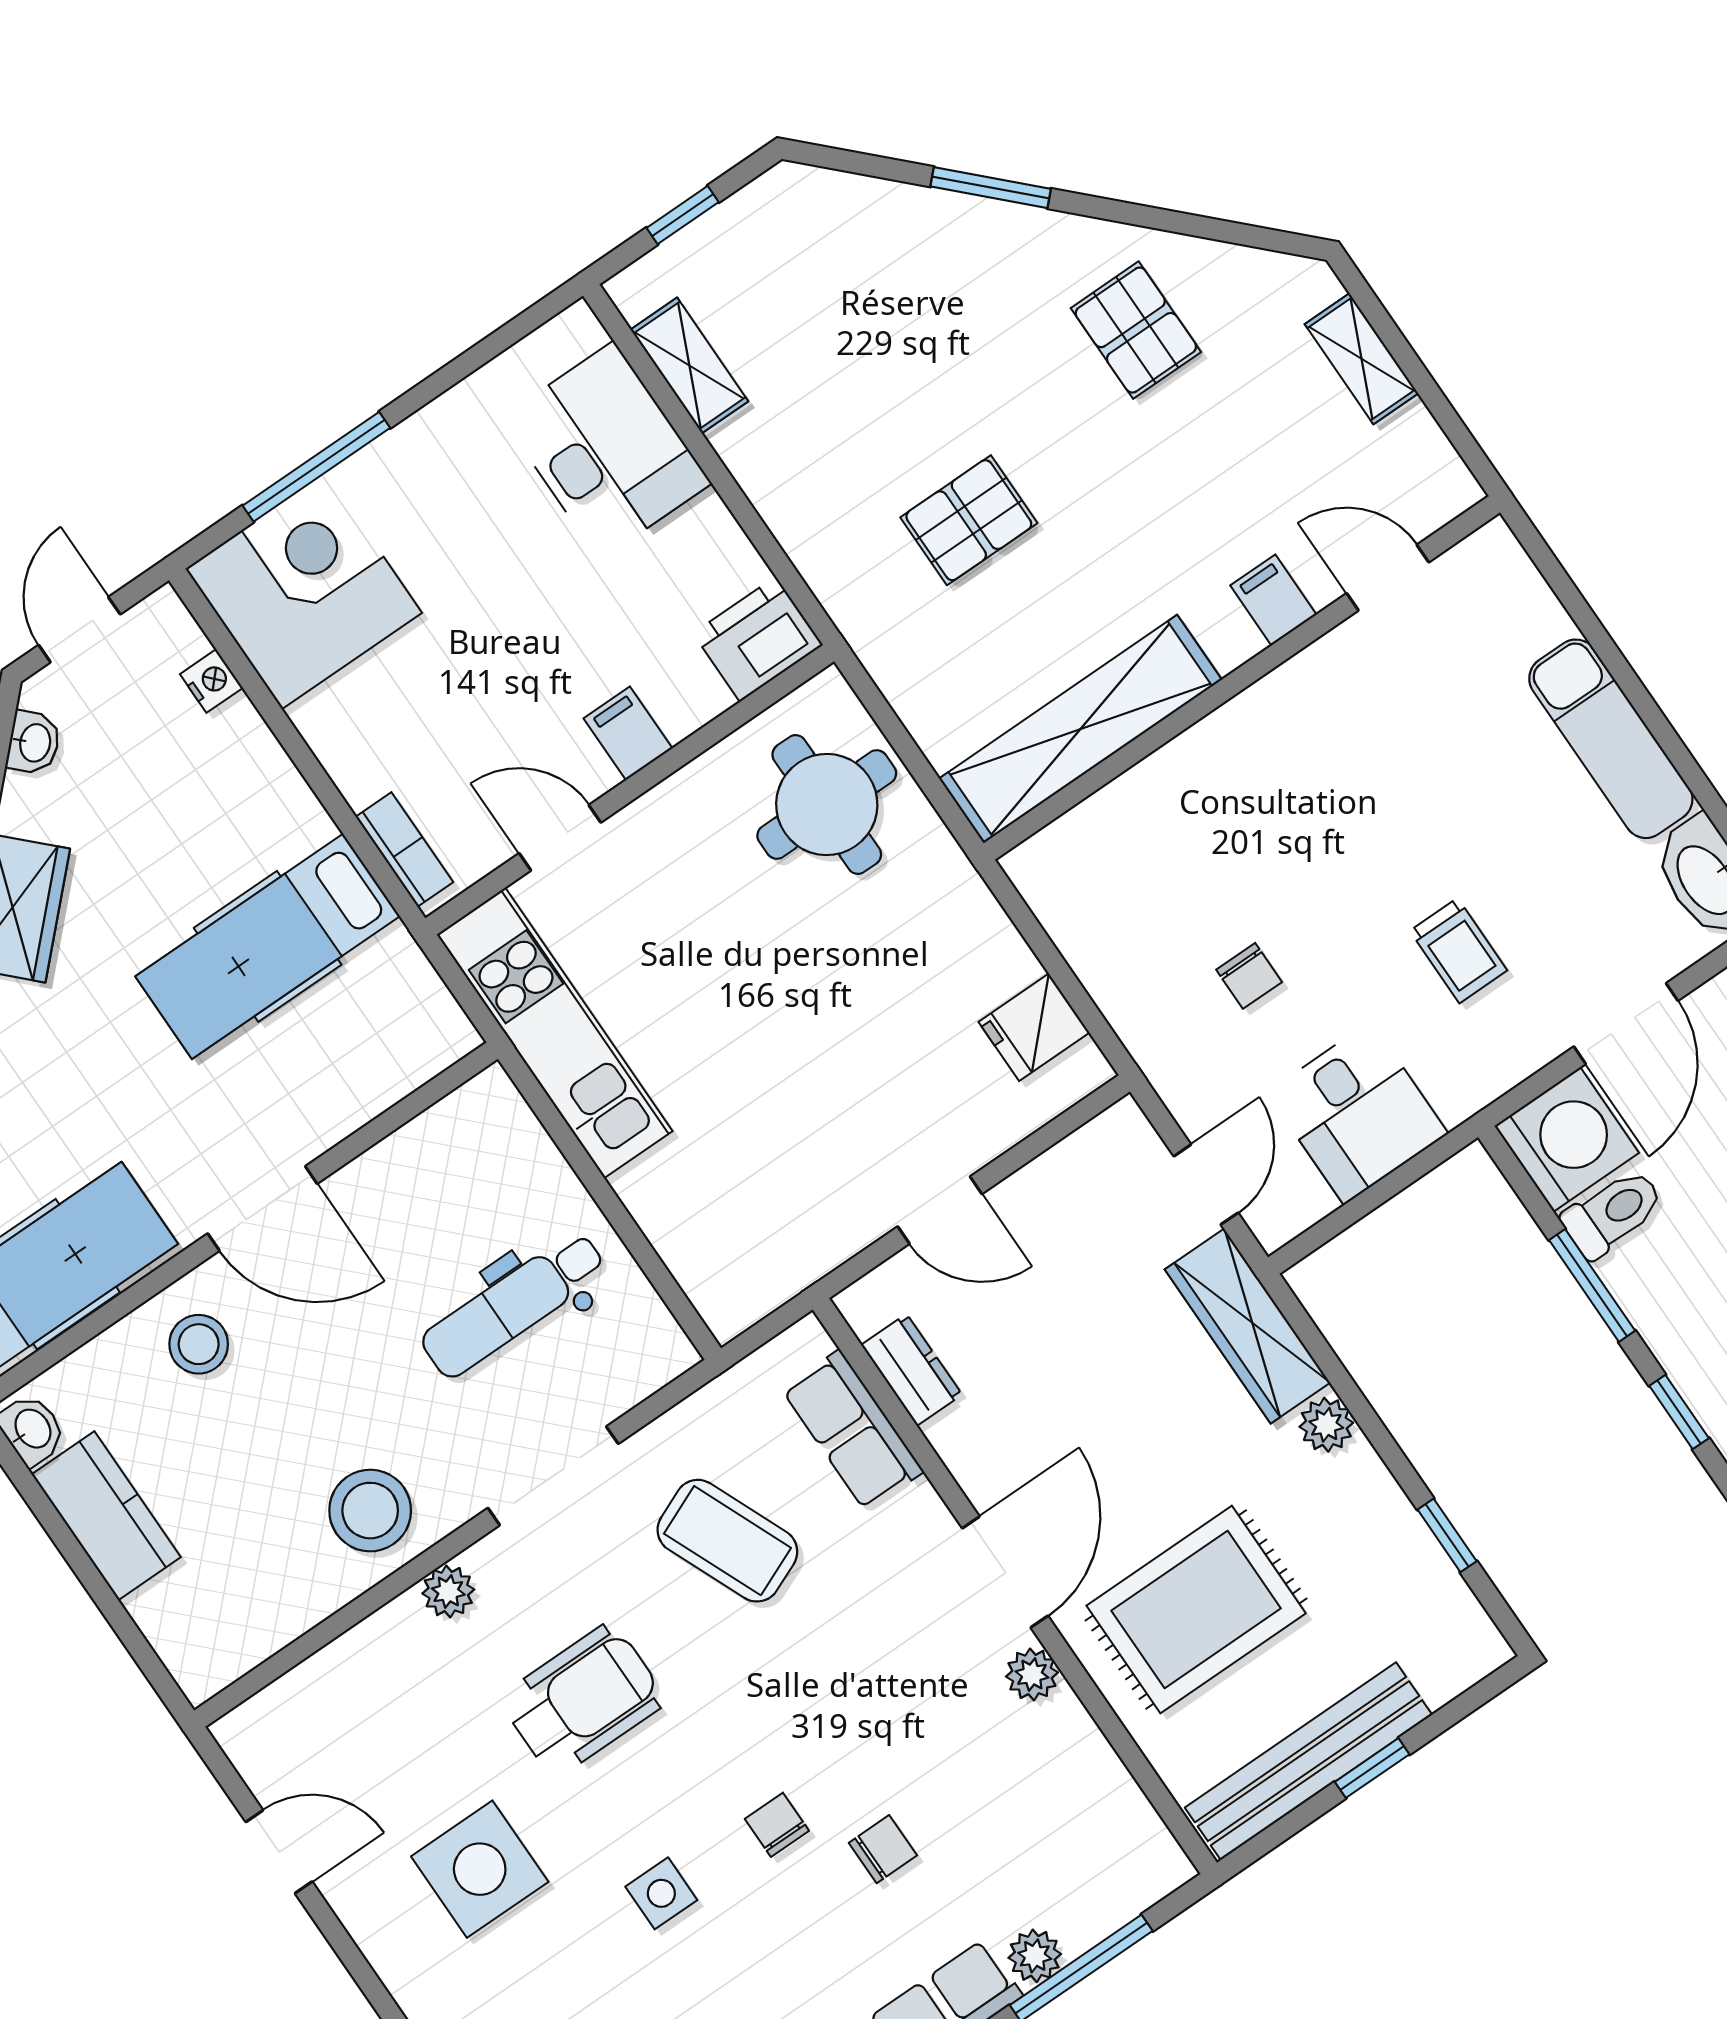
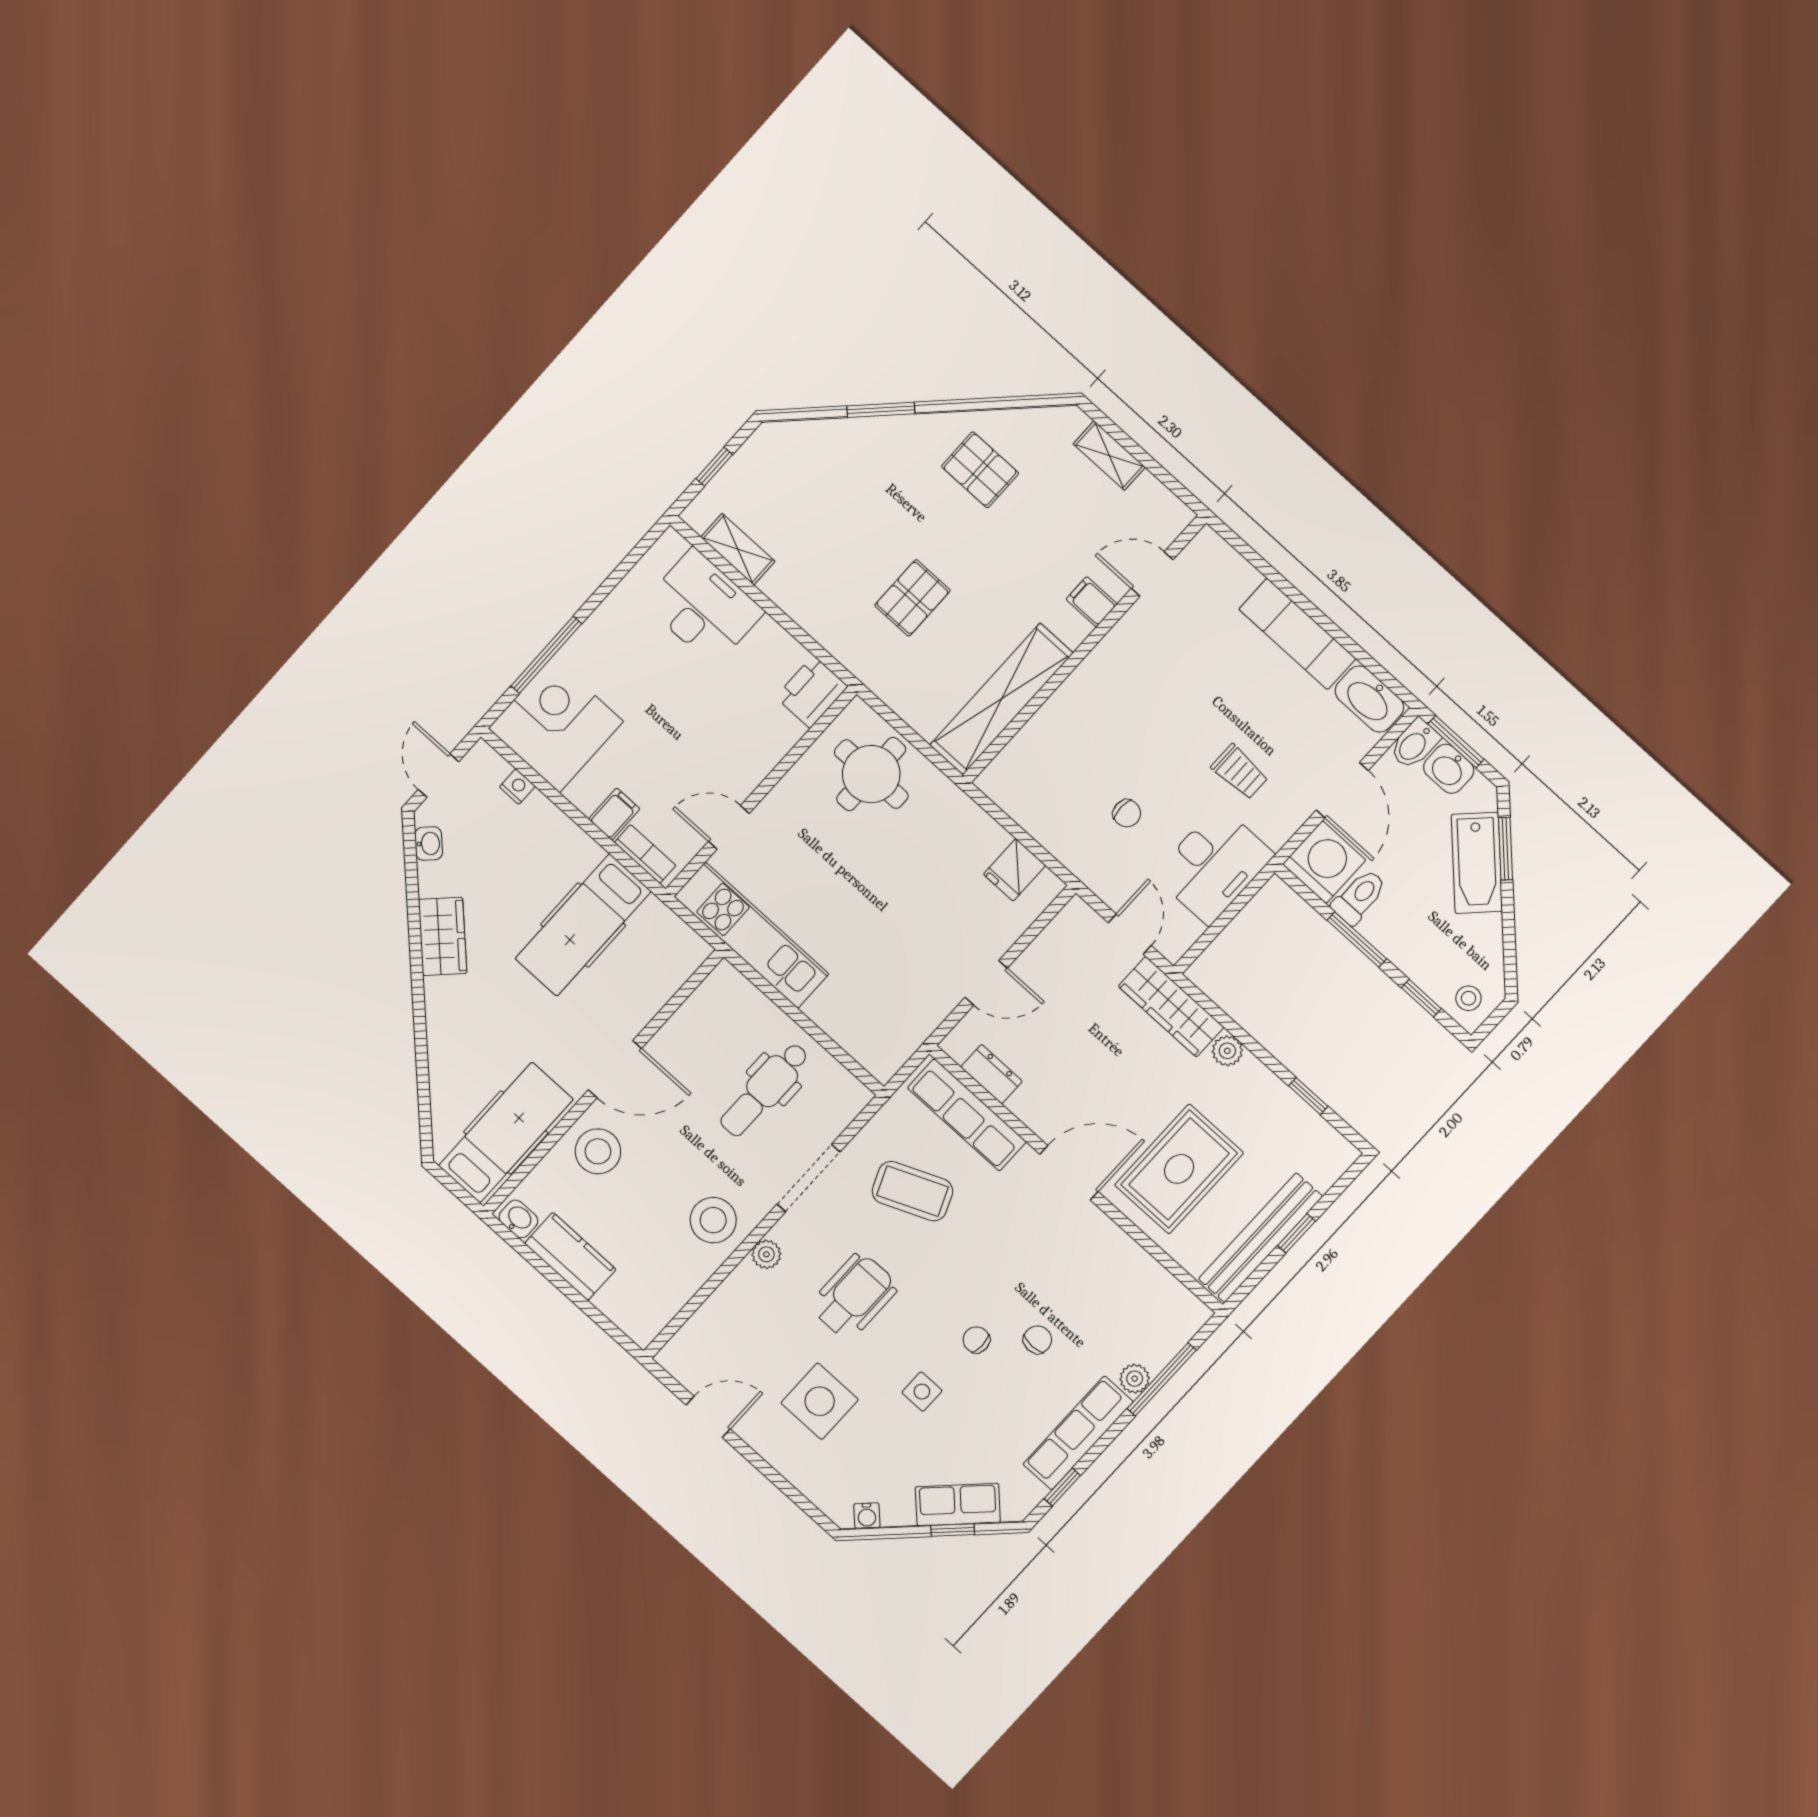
filing cabinet: (628, 733) -> (614, 814), moved, turned 90
desk: (1358, 1113) -> (1214, 865), width x1.37
stool: (199, 1344) -> (598, 1151), width x1.38, depth x1.38
row of seats: (853, 1430) -> (967, 1115), width x1.48
door: (1005, 1572) -> (1069, 1173), hinge flipped
plant: (1032, 1674) -> (1097, 1225), removed

